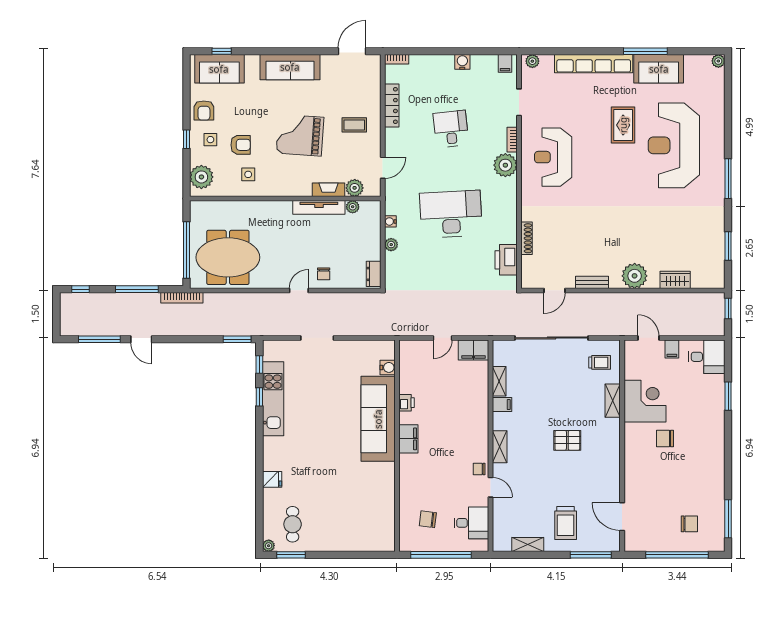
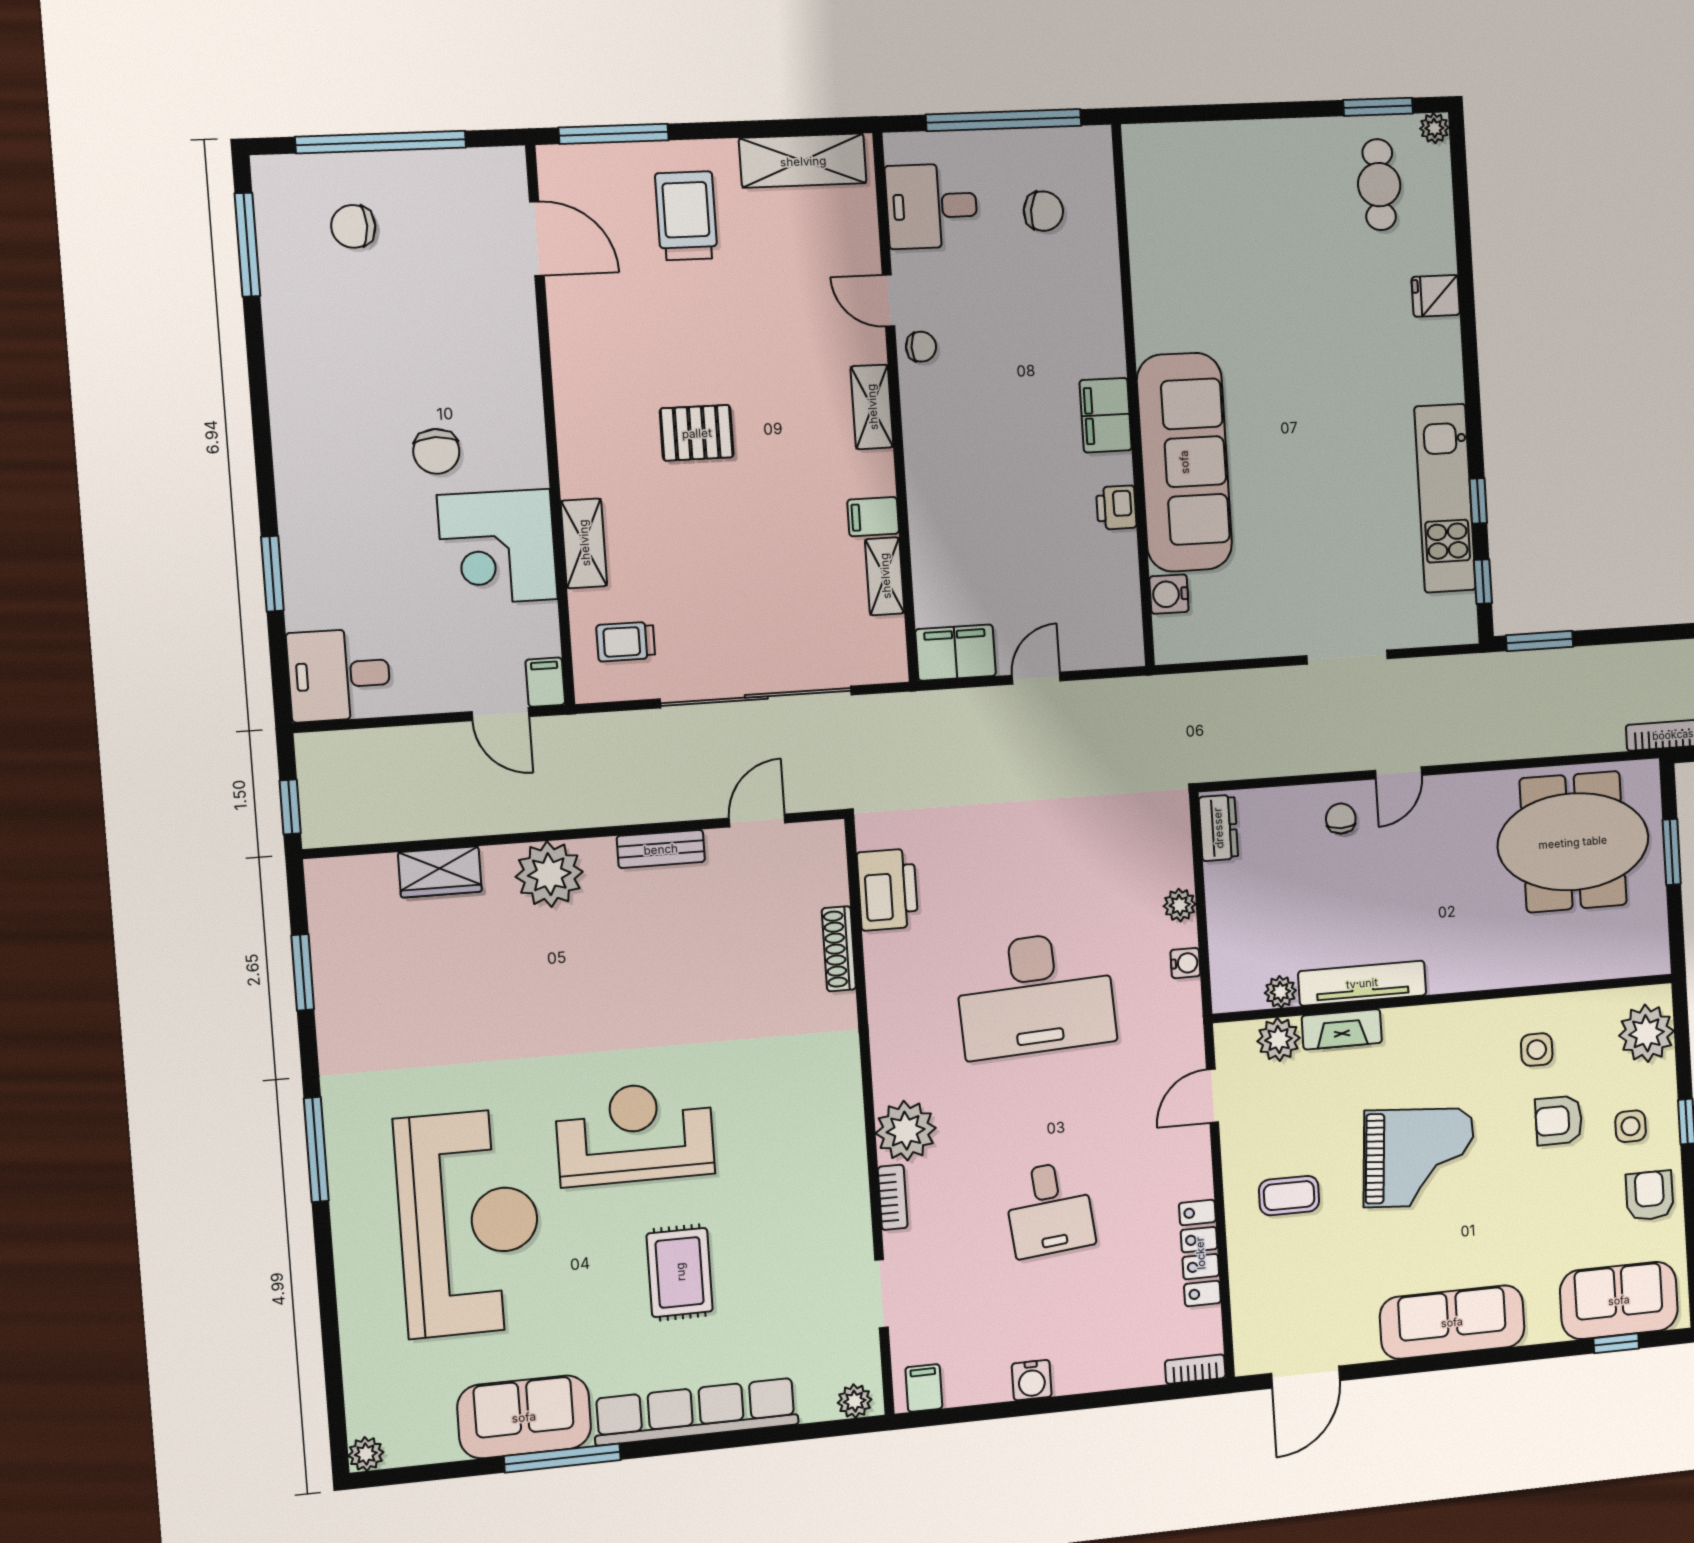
rug: (623, 125) -> (680, 1272), moved
reception desk: (553, 157) -> (635, 1133), moved, turned -90
window: (186, 250) -> (1672, 852), width x0.47
filing cabinet: (672, 349) -> (545, 682), moved
chair: (665, 438) -> (436, 451), turned 90
shelving: (528, 545) -> (803, 161), width x1.50, depth x1.33

